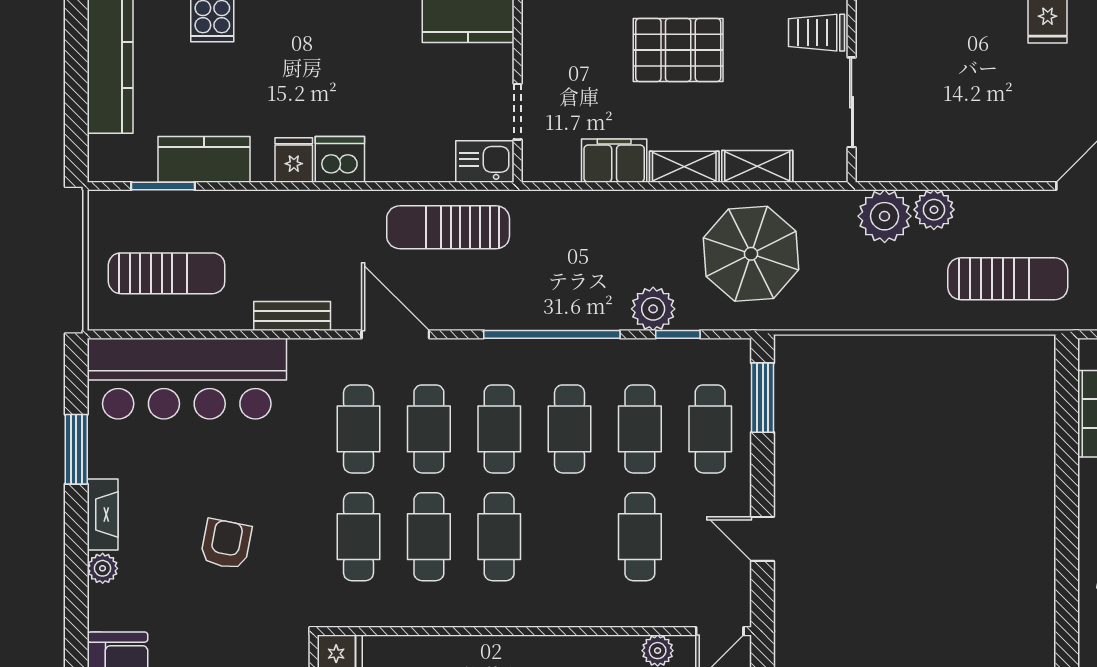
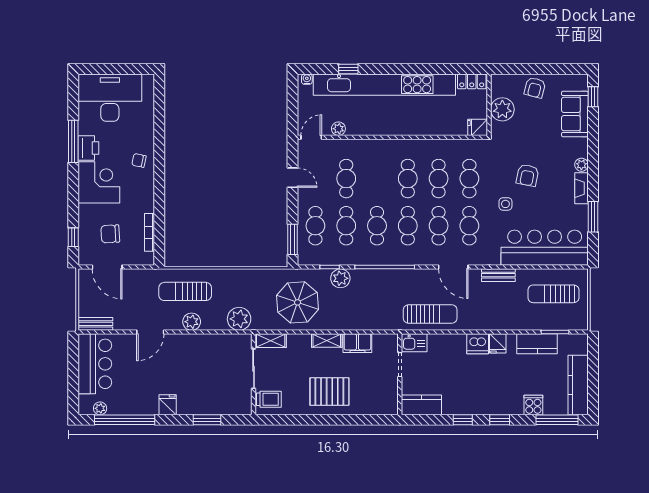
shelving: (757, 166) -> (271, 341), moved
plant: (934, 210) -> (192, 322), moved
side table: (276, 479) -> (505, 204), added

